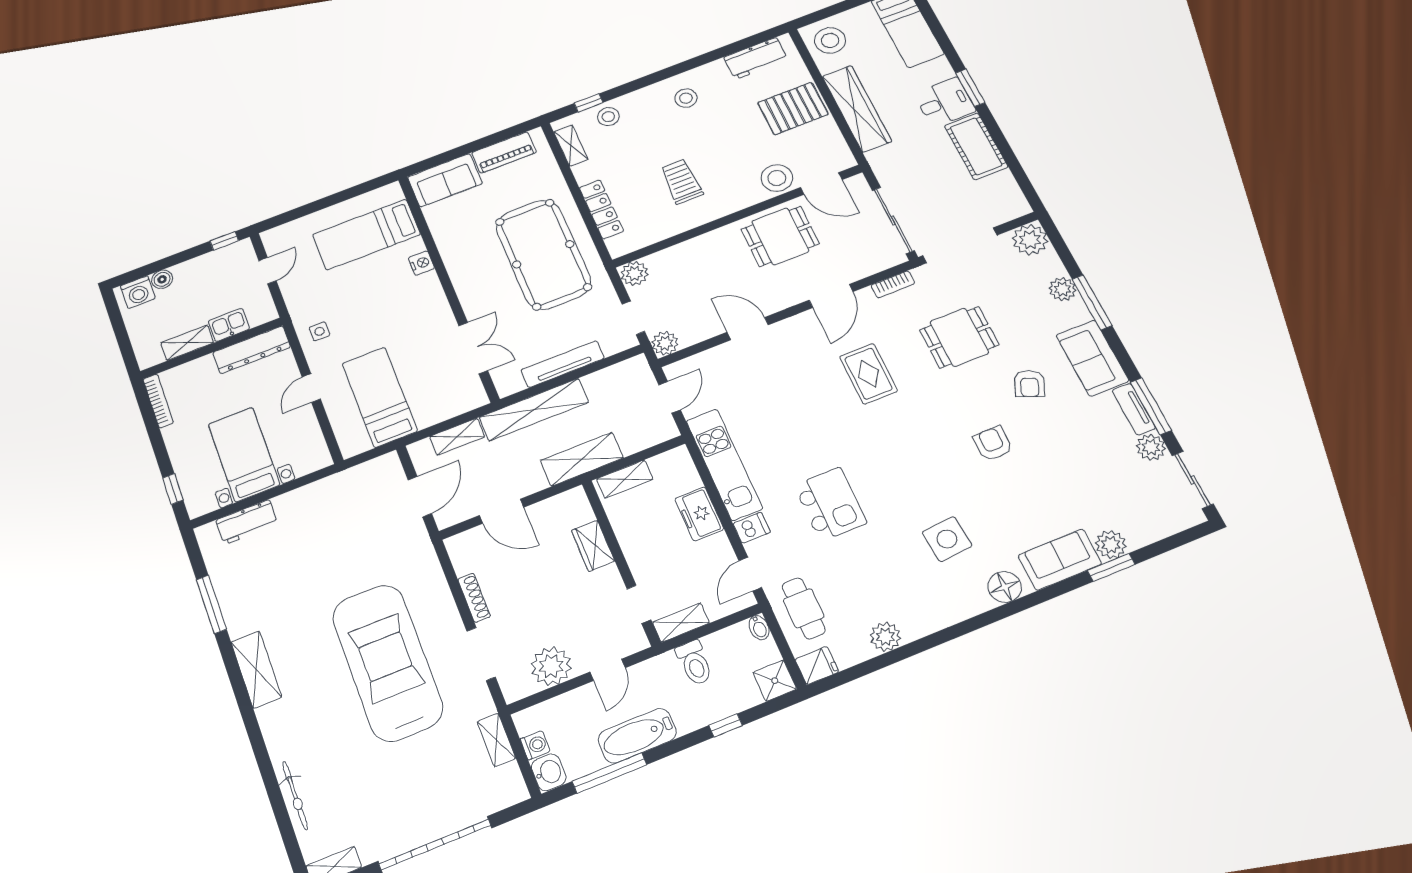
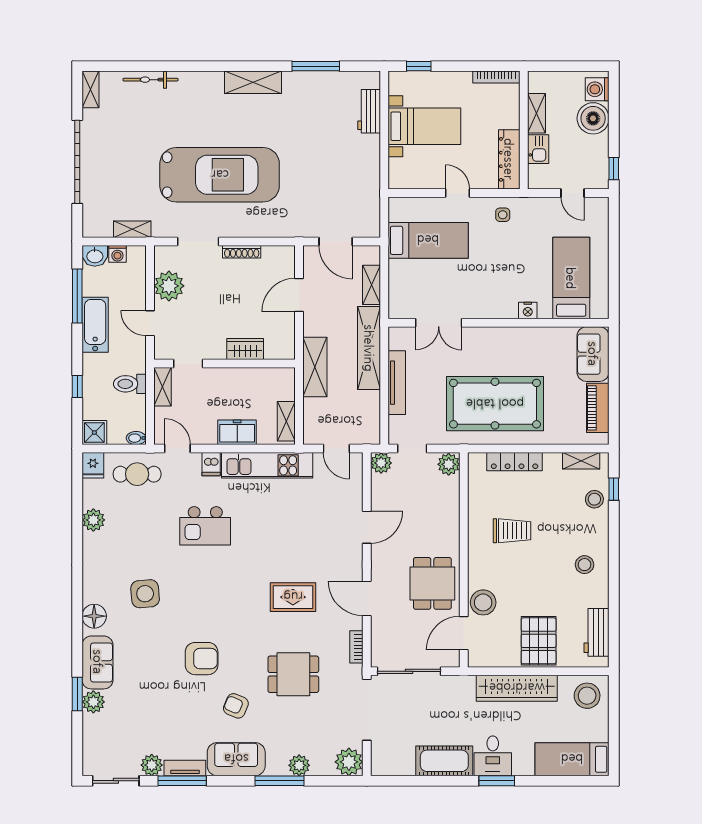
boiler: (162, 279) -> (593, 118), width x1.86, depth x1.86
dining table: (959, 337) -> (293, 674), turned 90
armchair: (993, 444) -> (202, 659), width x1.38, depth x1.38
shelving: (625, 479) -> (286, 421), moved

